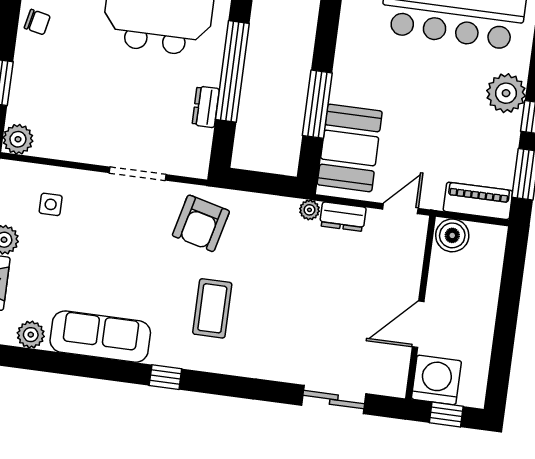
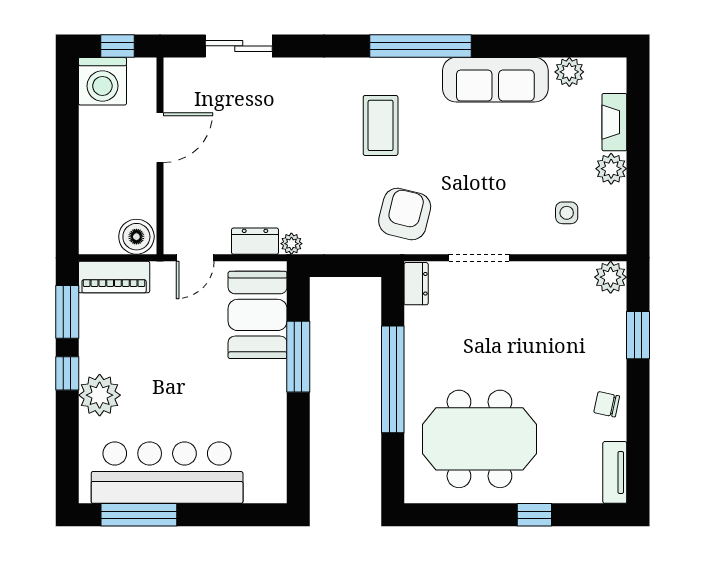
dresser: (206, 107) -> (416, 284), moved
window: (165, 377) -> (421, 46), width x3.17
washing machine: (436, 380) -> (102, 81), moved

